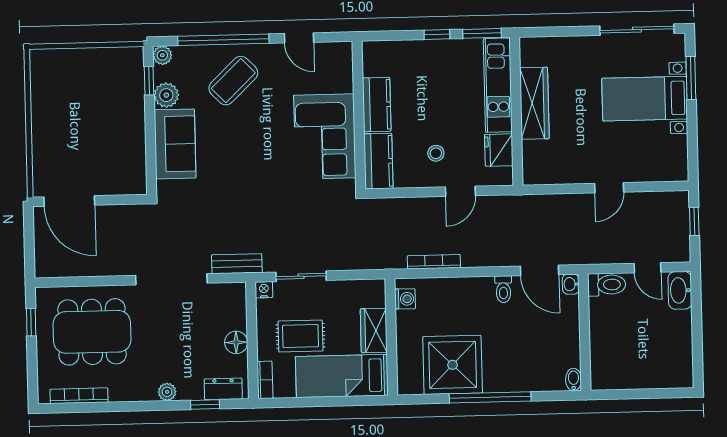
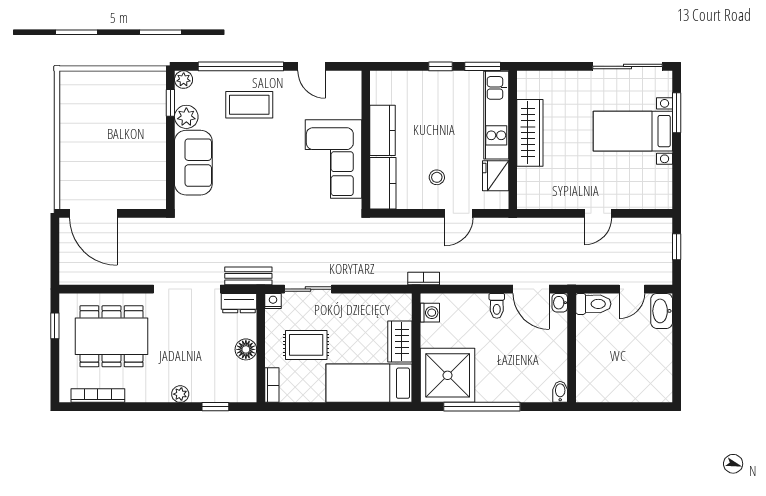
coffee table: (233, 81) -> (249, 105), turned 44
bookcase: (434, 262) -> (424, 279), width x0.64
door: (648, 268) -> (632, 289), hinge flipped
washing machine: (405, 299) -> (430, 313), moved
wardrobe: (374, 331) -> (400, 342), moved
wall: (391, 337) -> (416, 348), moved
bed: (342, 376) -> (369, 383), moved
dresser: (223, 389) -> (239, 303), moved, turned 180

